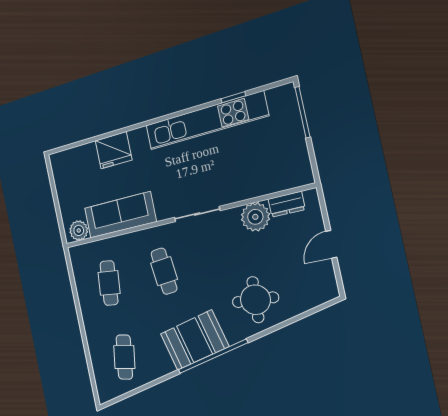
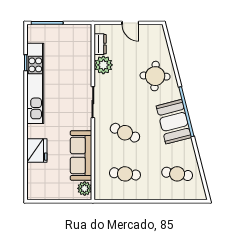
cafe table: (164, 271) -> (125, 133), turned 30

